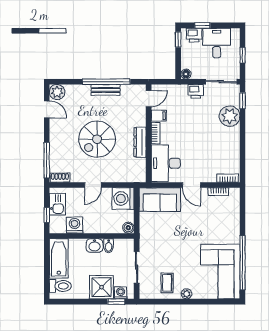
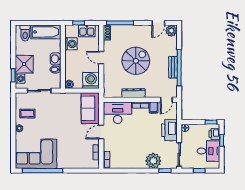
printer: (196, 91) -> (169, 130), width x1.87, depth x1.48
door: (149, 99) -> (166, 100), hinge flipped
spiral stairs: (97, 139) -> (136, 61), turned 90

